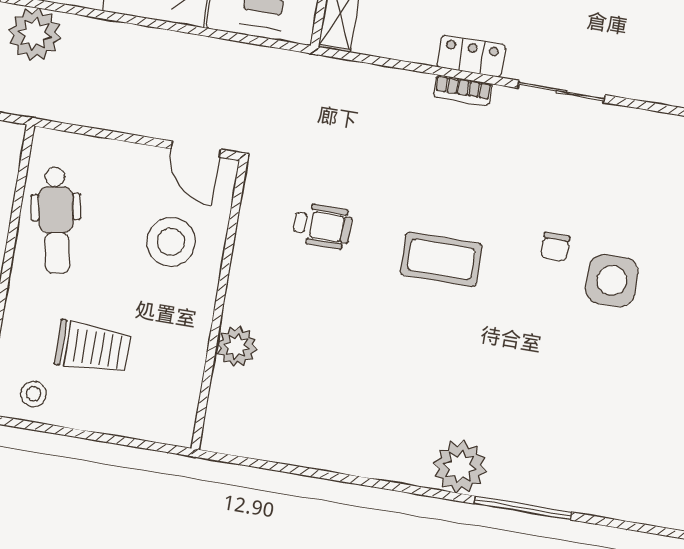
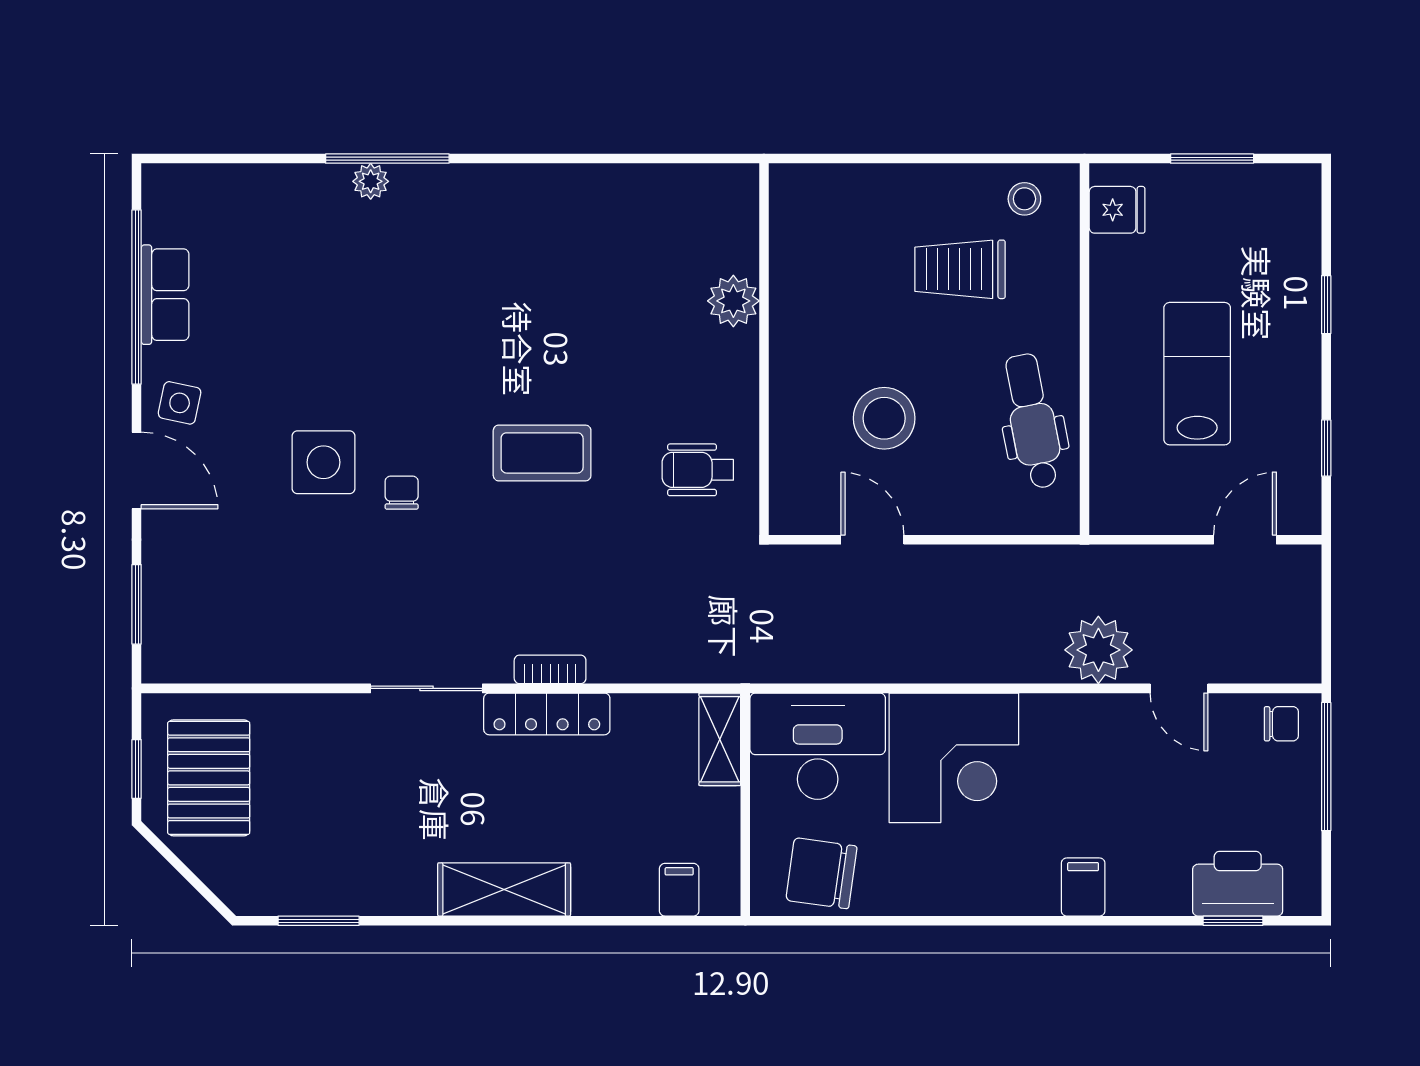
locker: (471, 56) -> (547, 714), width x1.53
wall: (219, 305) -> (764, 349), moved
plant: (237, 346) -> (733, 301), moved
plant: (460, 467) -> (371, 181), moved, width x0.53, depth x0.53

